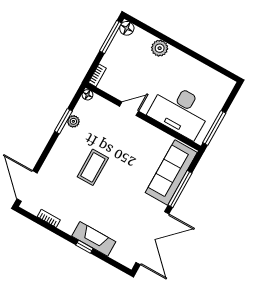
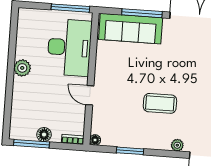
floor lamp: (127, 28) -> (44, 135), moved
plant: (160, 48) -> (22, 68), moved
plant: (73, 121) -> (177, 145), moved

